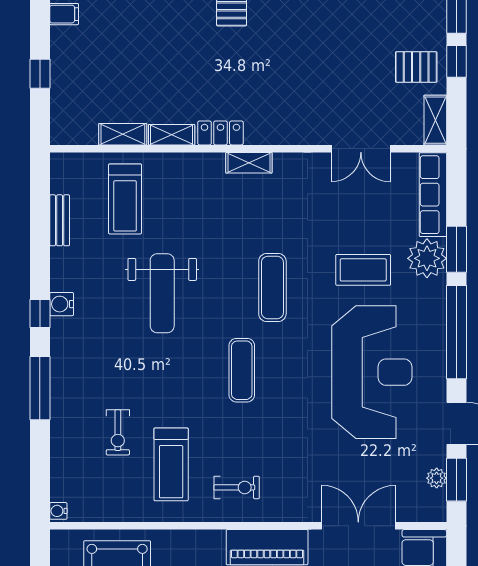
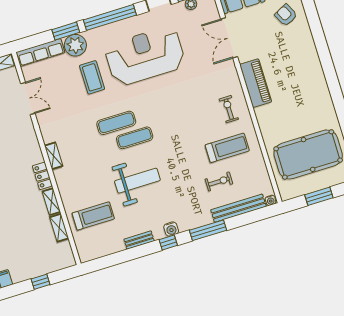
bench: (60, 220) -> (139, 240), moved
water cooler: (62, 304) -> (171, 229), moved
exercise mat: (242, 370) -> (135, 138), moved
bench: (62, 452) -> (238, 208), added

